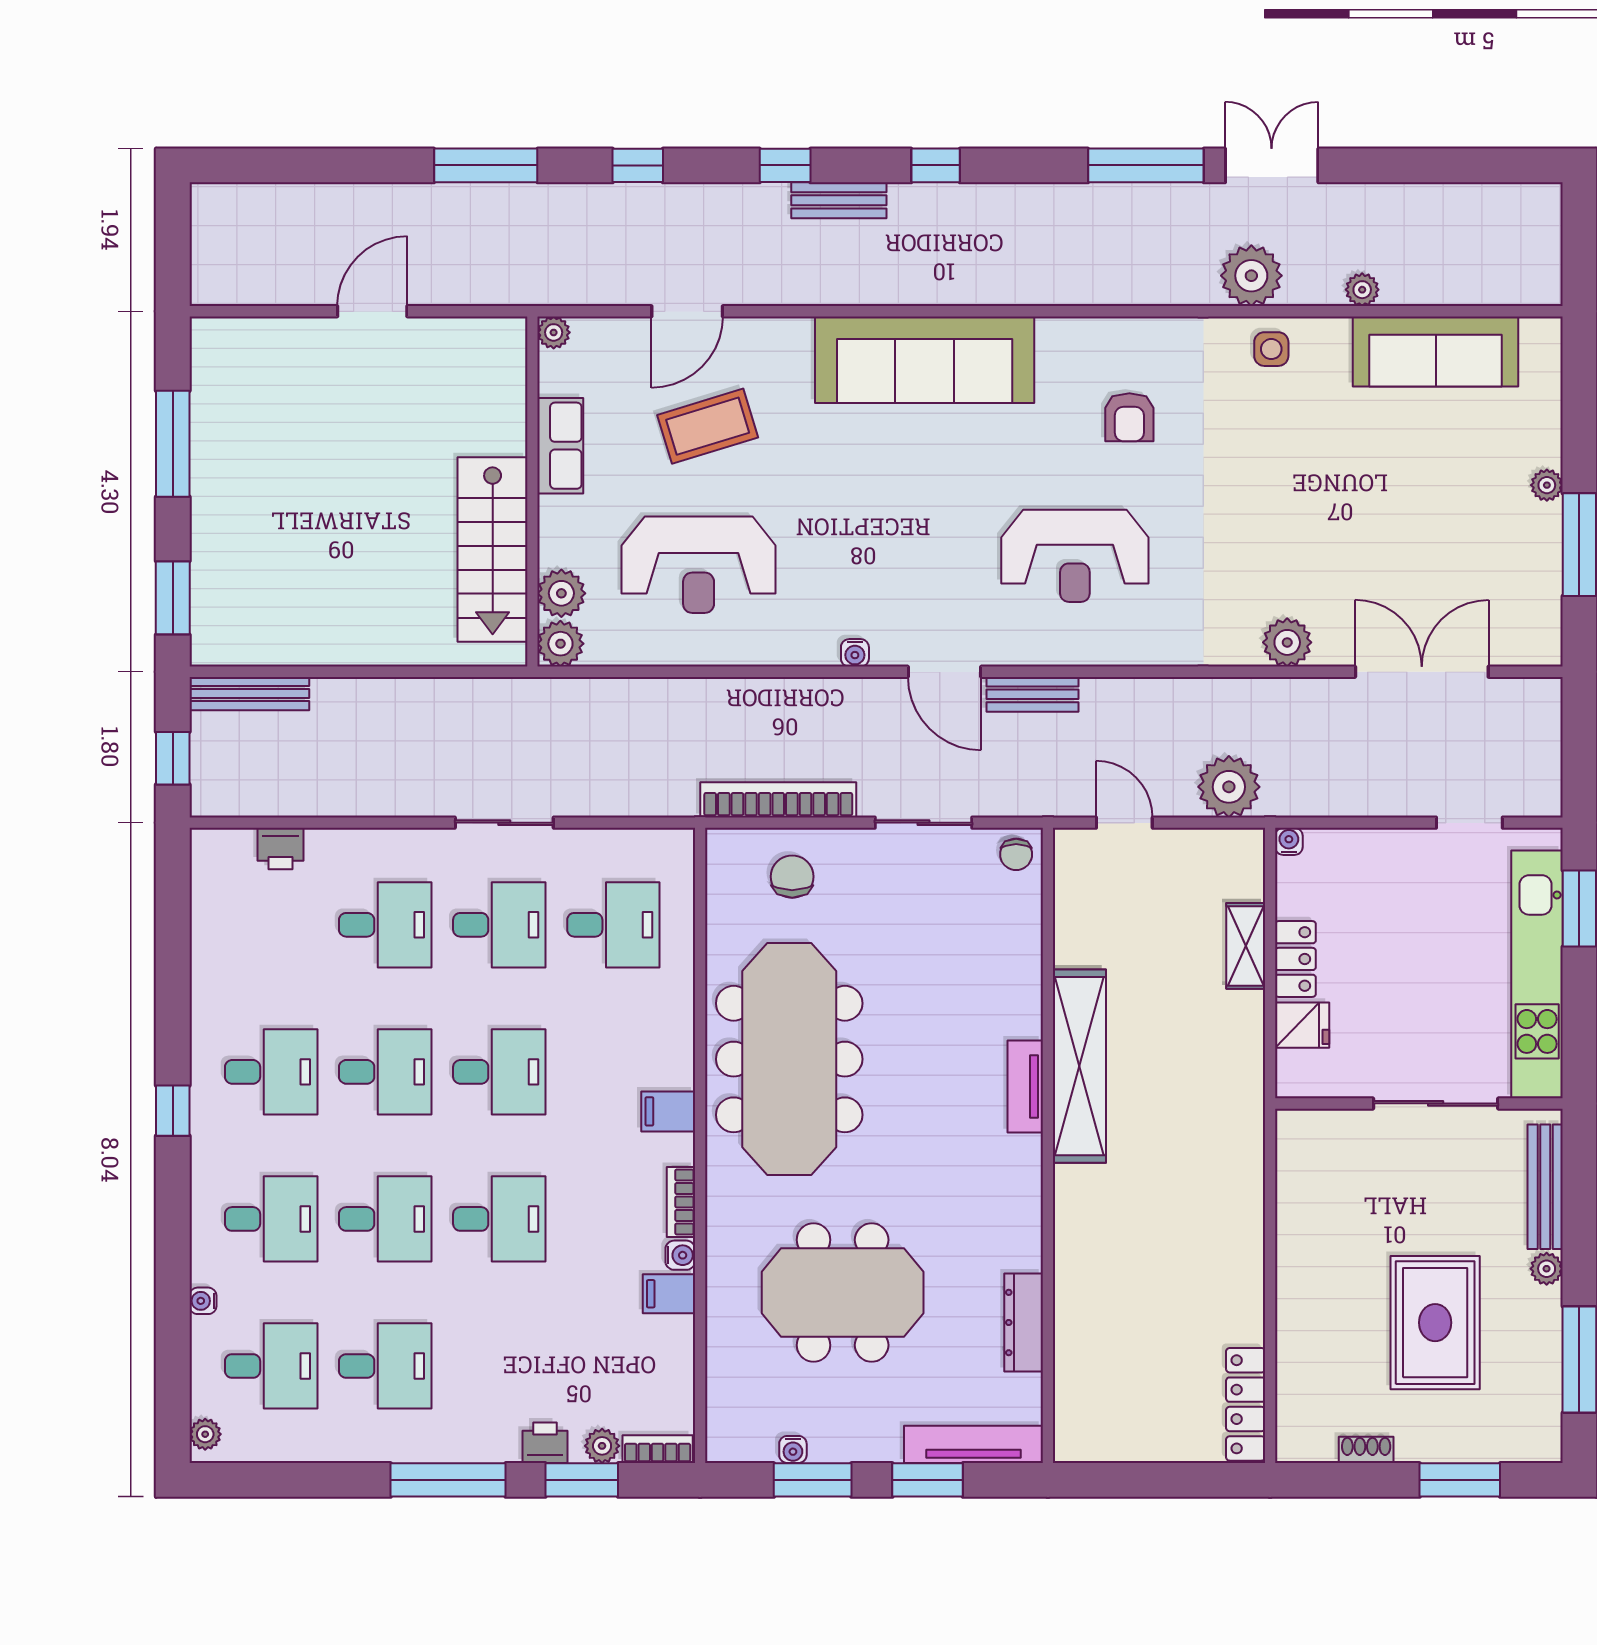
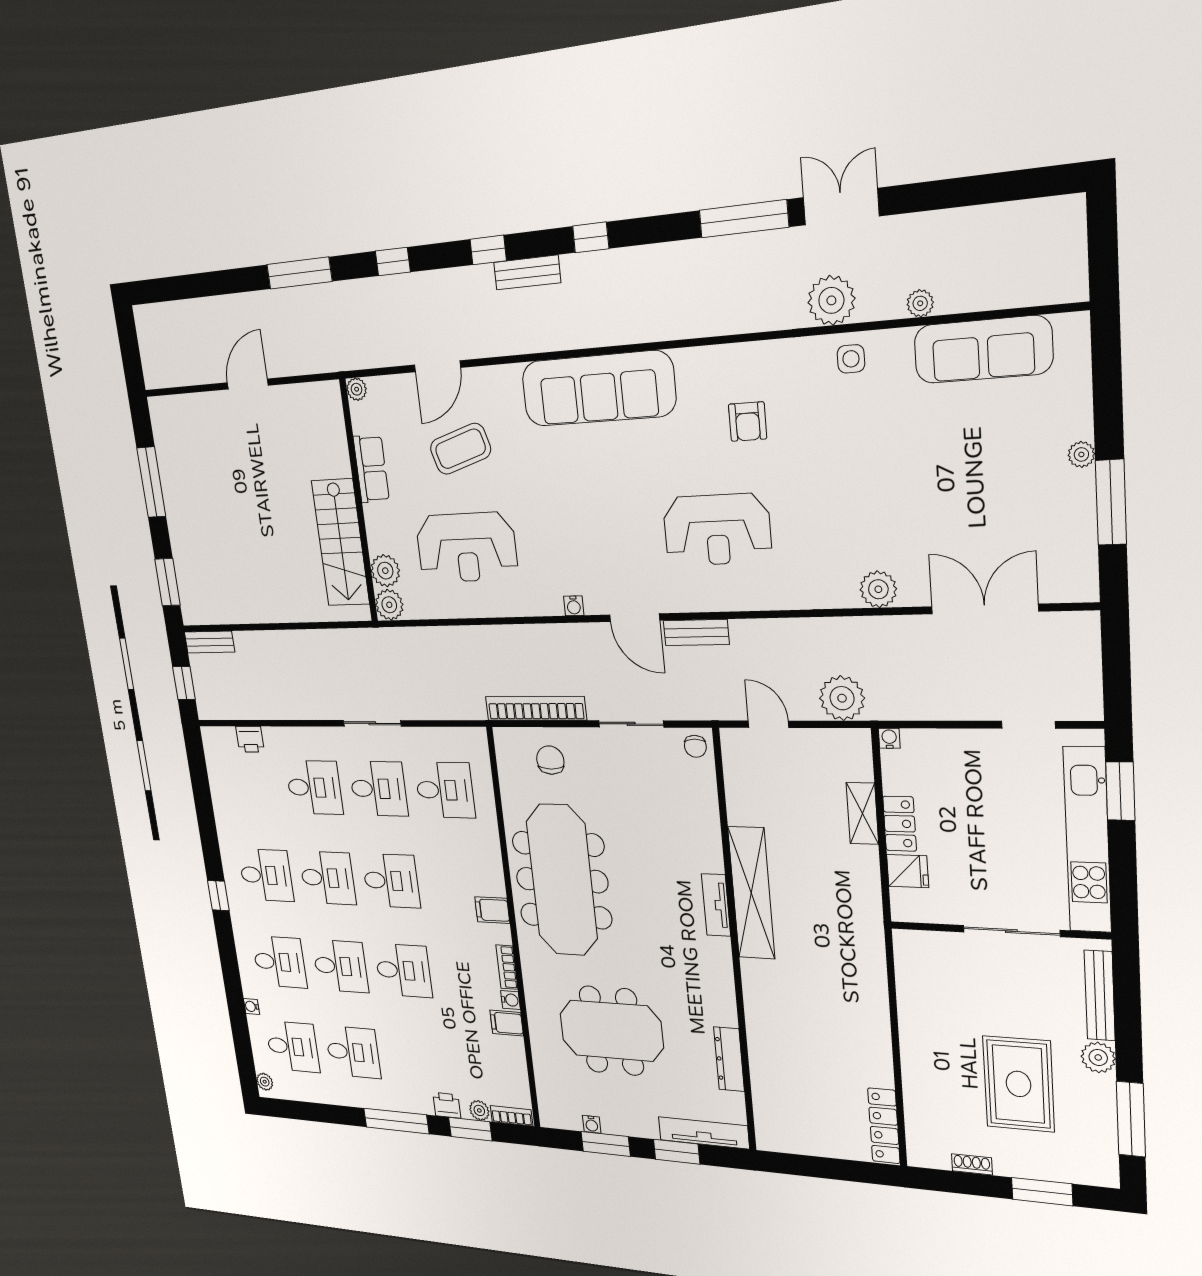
bench: (249, 694) -> (210, 642), width x0.73
plant: (1547, 1269) -> (1098, 1057), width x1.38, depth x1.38

